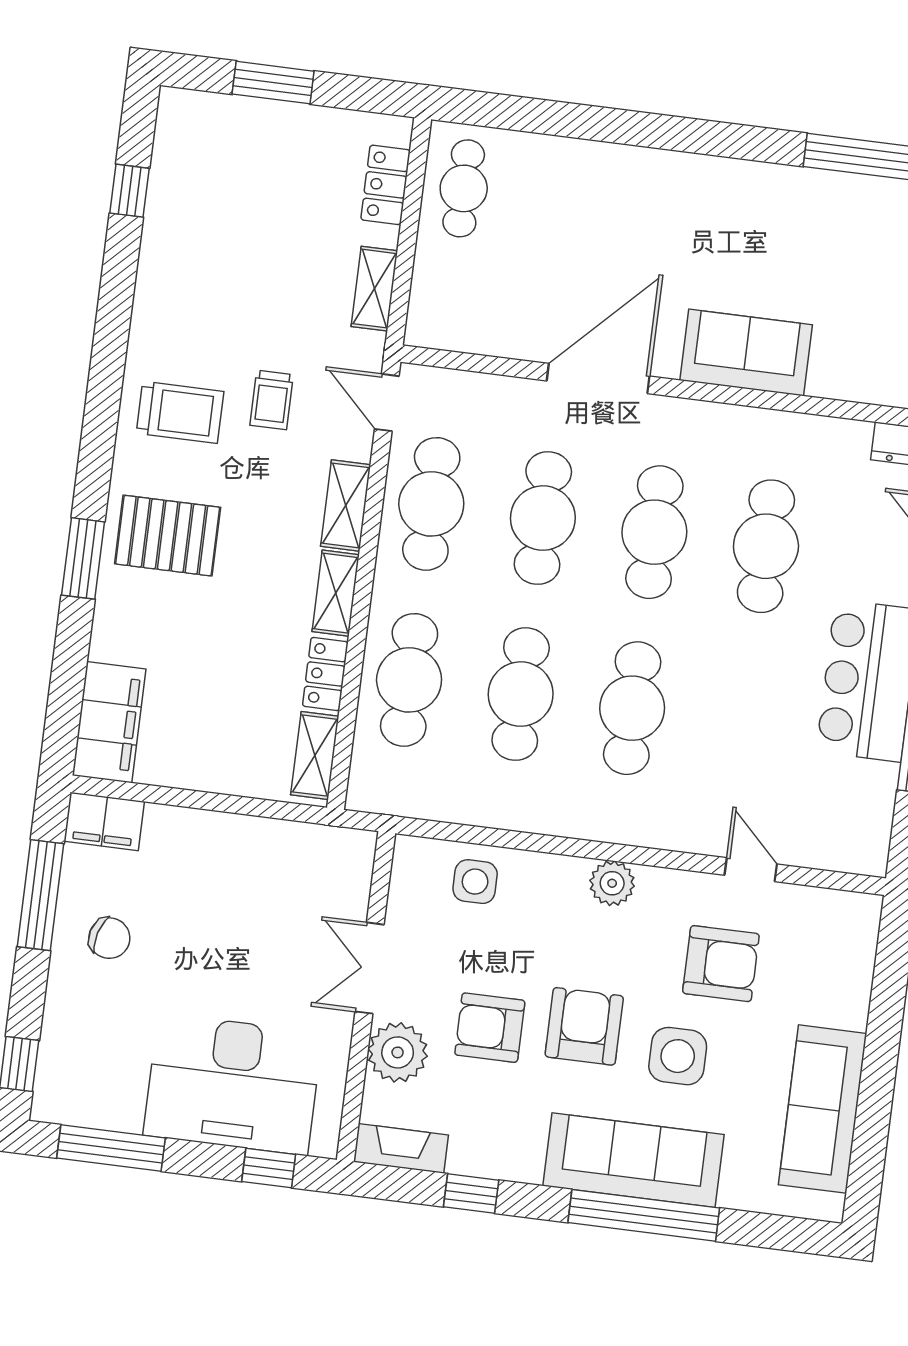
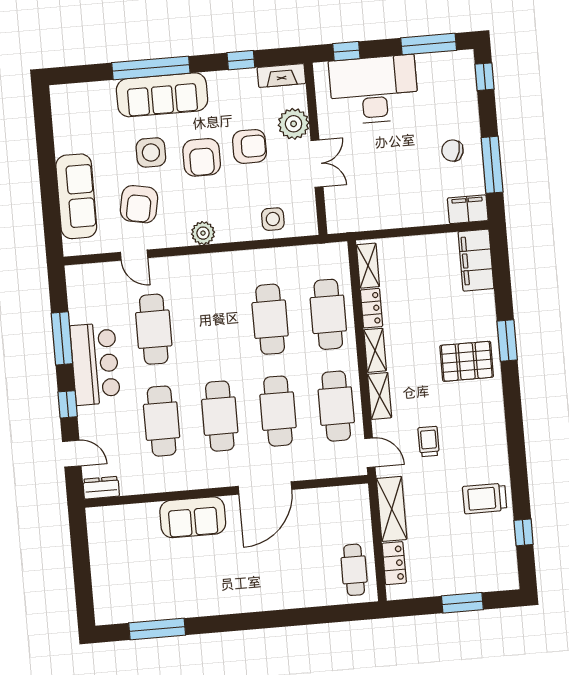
shelving: (374, 289) -> (392, 509), width x1.50, depth x1.33
trolley: (180, 412) -> (485, 498), moved
cafe table: (632, 708) -> (154, 329), moved
armchair: (721, 964) -> (139, 204), turned -79
sofa: (823, 1109) -> (76, 196), moved

